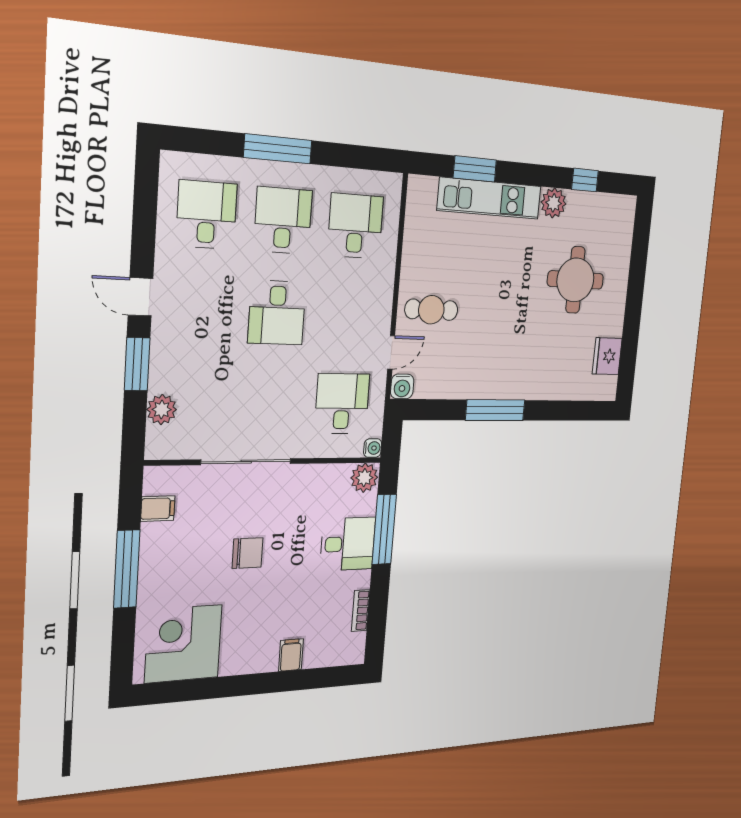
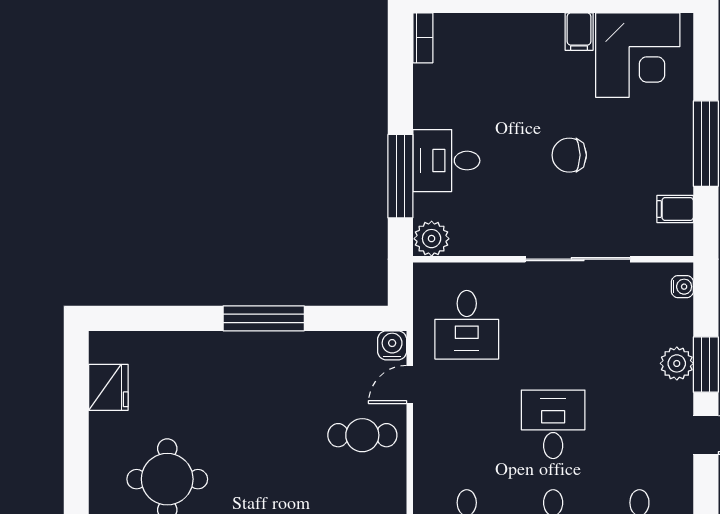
plant: (162, 410) -> (677, 363), moved
water cooler: (373, 448) -> (682, 287), moved, turned 180
bookcase: (361, 611) -> (423, 38), moved
filing cabinet: (291, 655) -> (579, 32), moved

